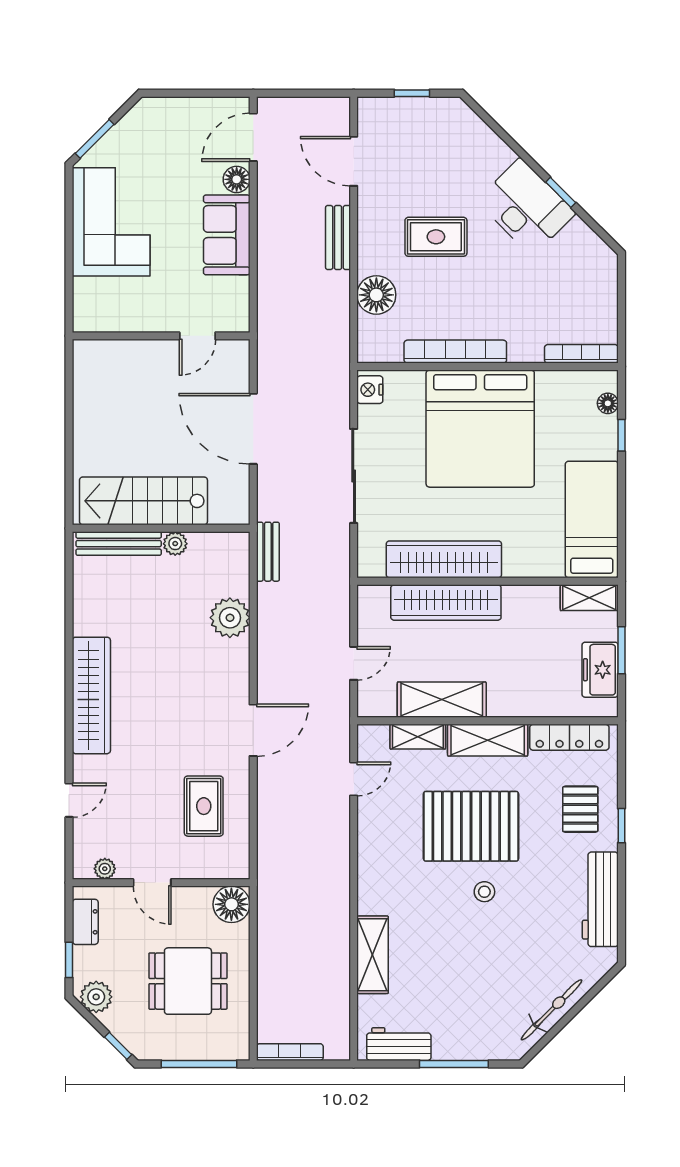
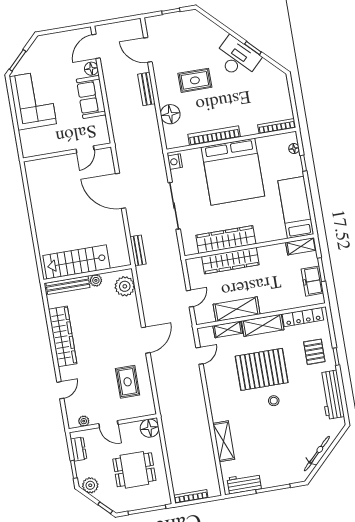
stairs: (143, 501) -> (77, 262), moved
wall: (161, 528) -> (88, 274), moved
bench: (119, 544) -> (68, 285), moved
plant: (175, 544) -> (96, 280), moved

